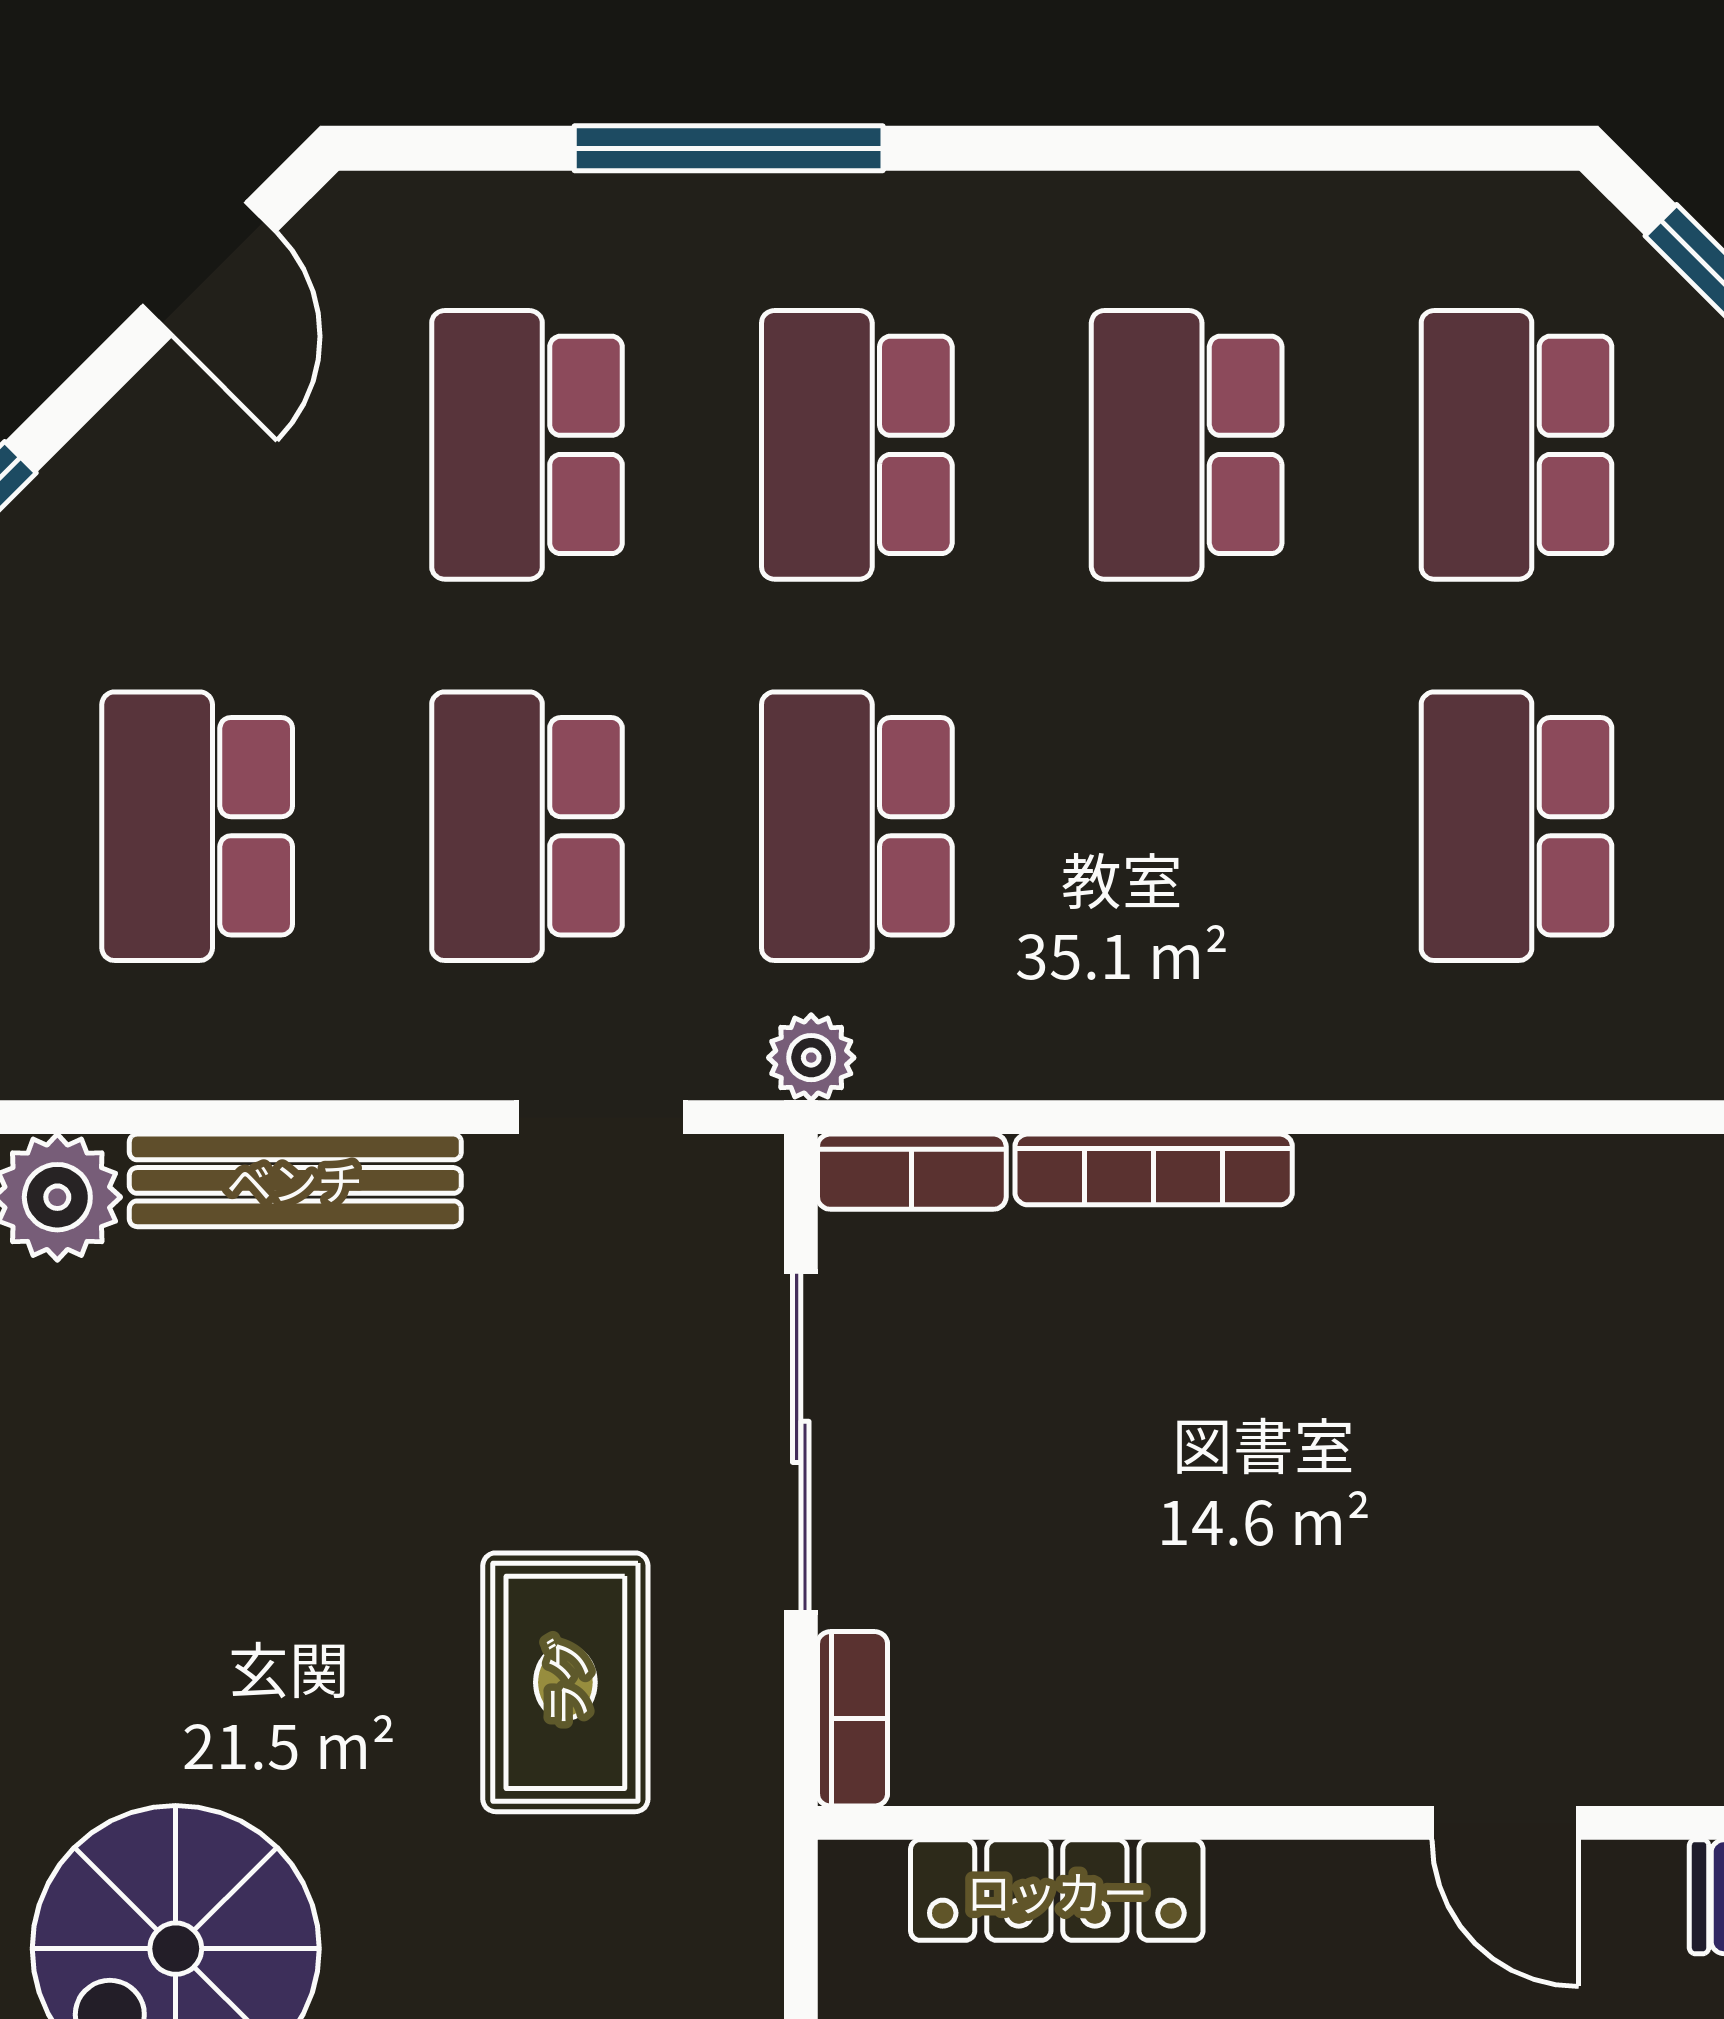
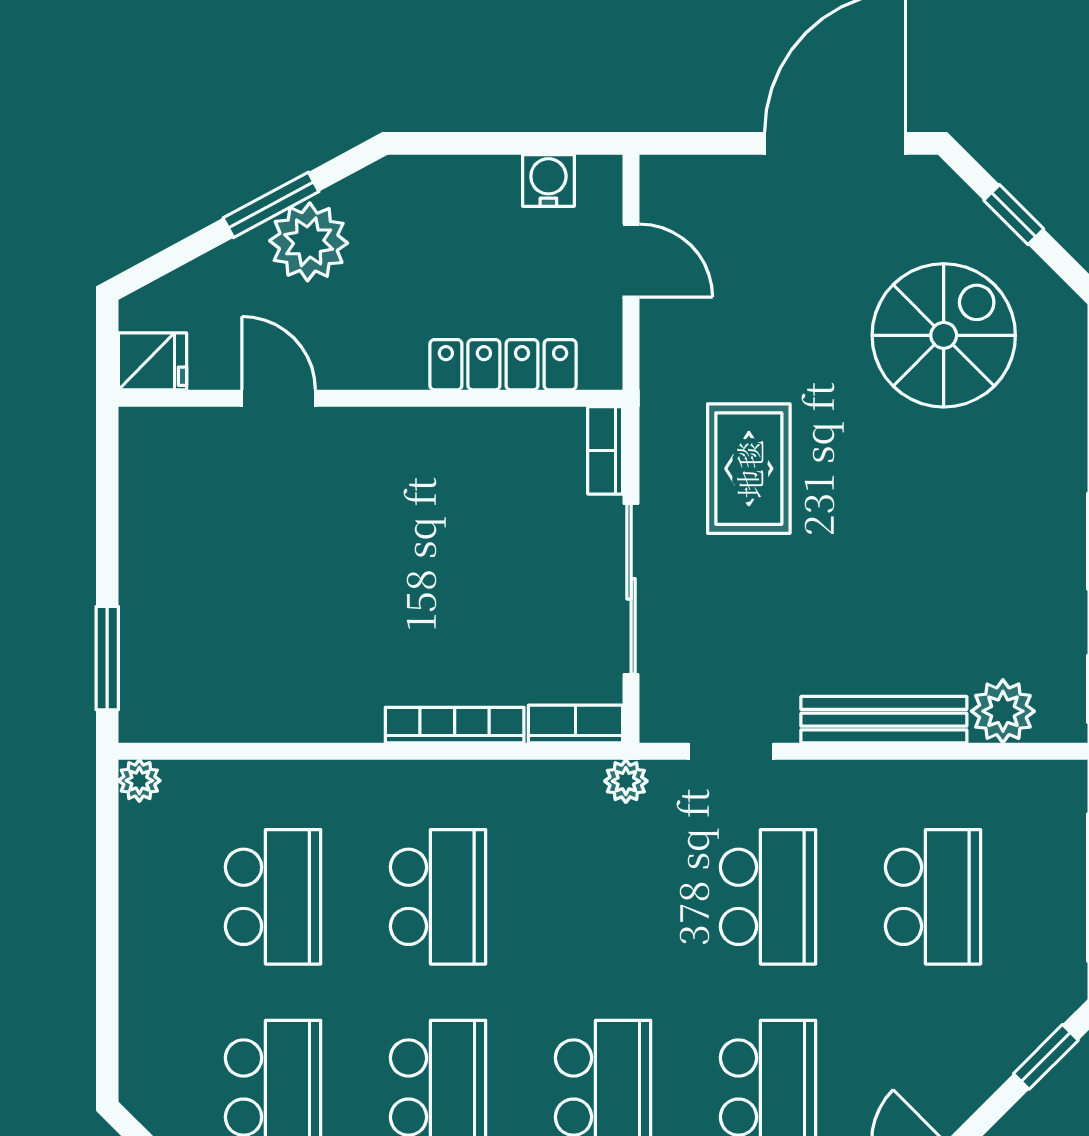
school desk: (857, 826) -> (438, 897), moved

